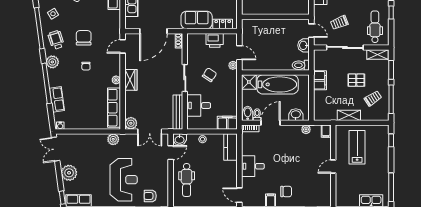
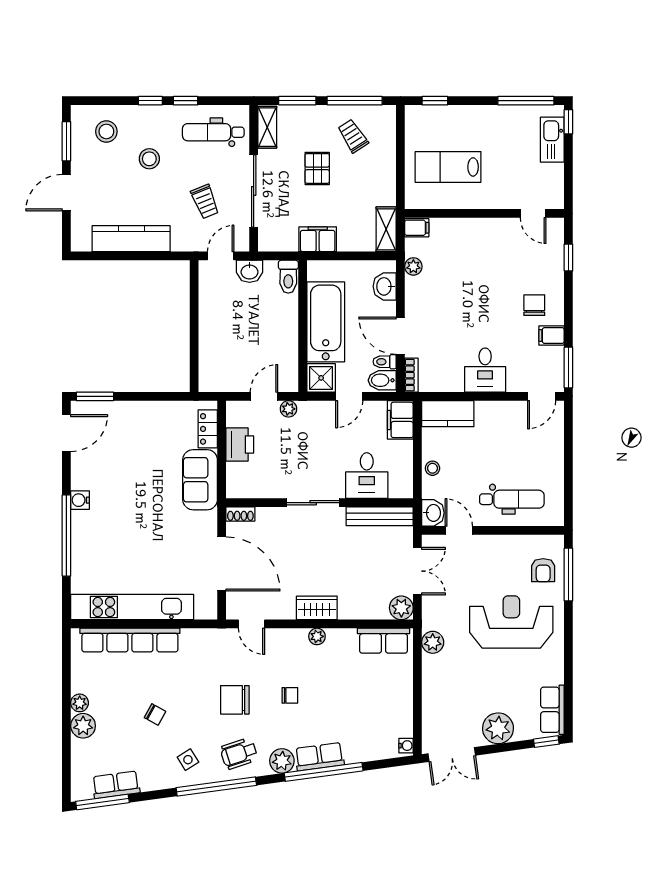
chair: (210, 75) -> (307, 455), removed
door: (239, 96) -> (349, 396), added
row of seats: (57, 99) -> (319, 757), moved
row of seats: (114, 108) -> (383, 641), width x0.68
shelving: (349, 115) -> (386, 229), moved
door: (333, 167) -> (533, 213), moved

